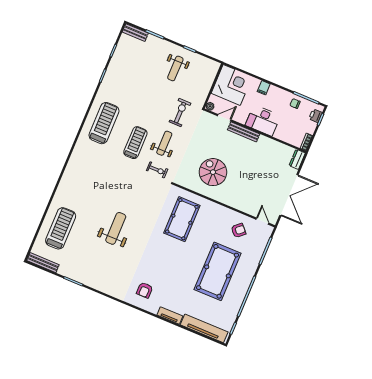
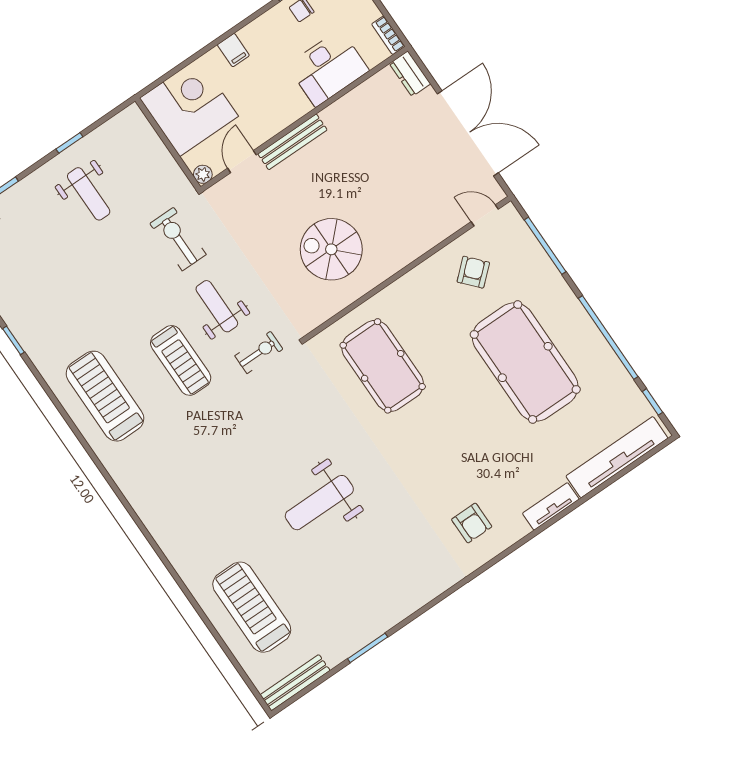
desk: (263, 120) -> (328, 68), moved
treadmill: (135, 143) -> (181, 360), turned 180
weight bench: (116, 228) -> (319, 503), turned -90

